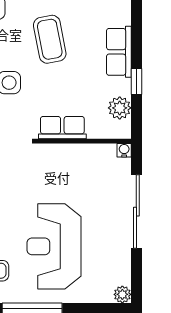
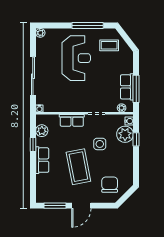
coffee table: (50, 39) -> (78, 167), width x1.36, depth x1.32

